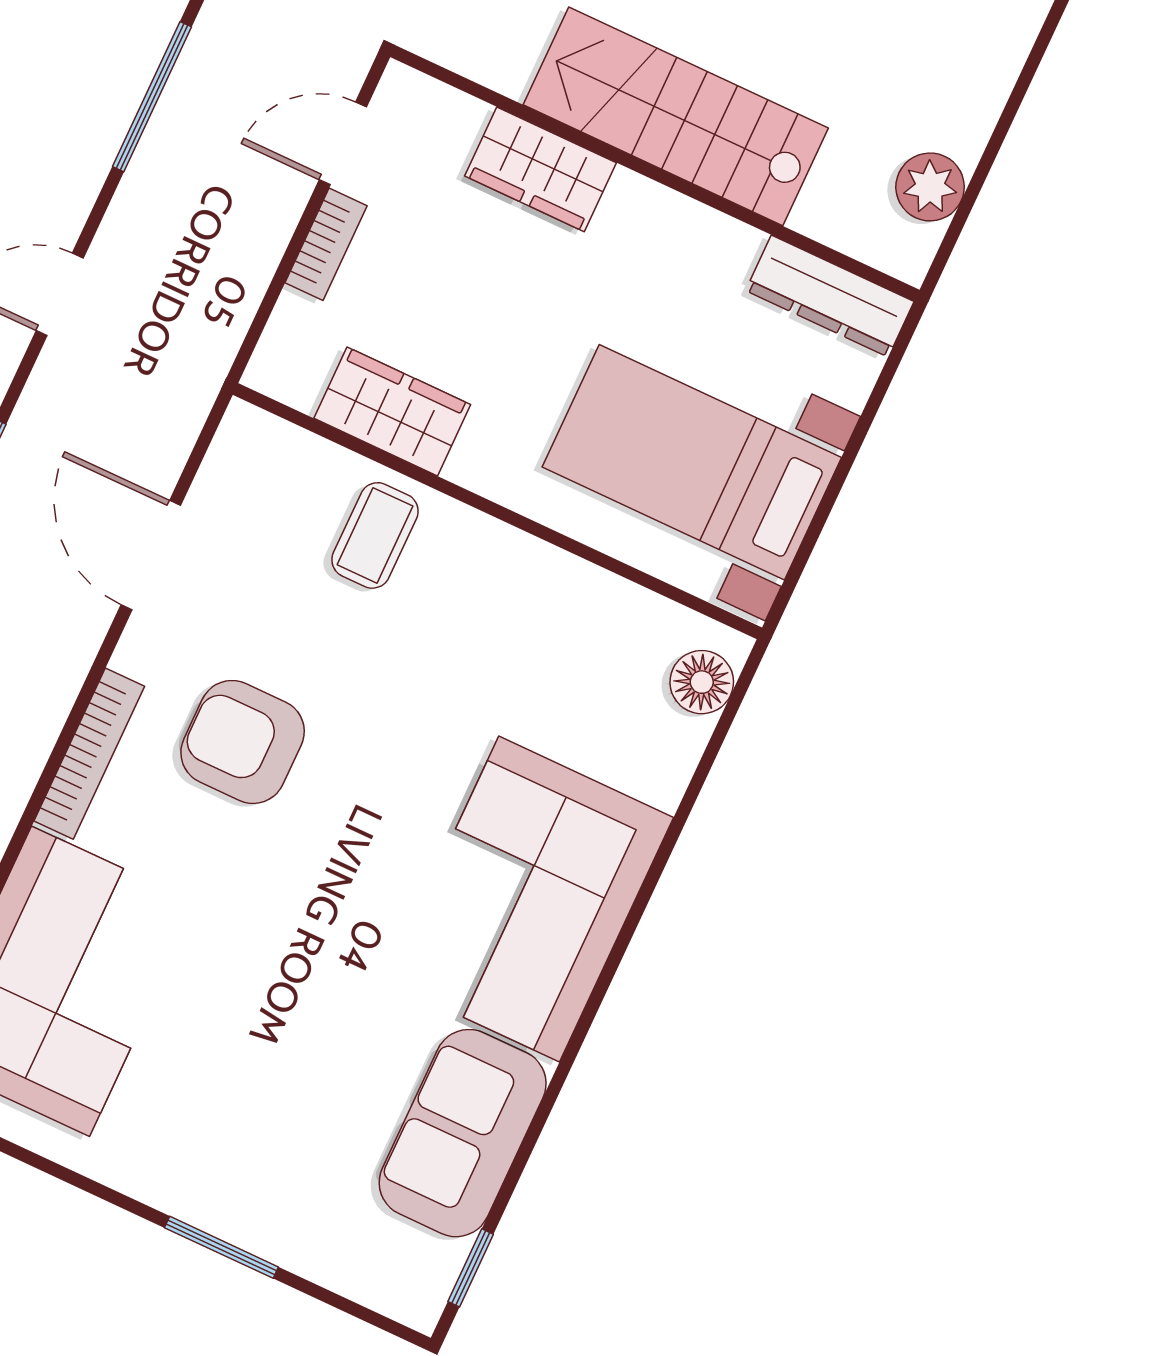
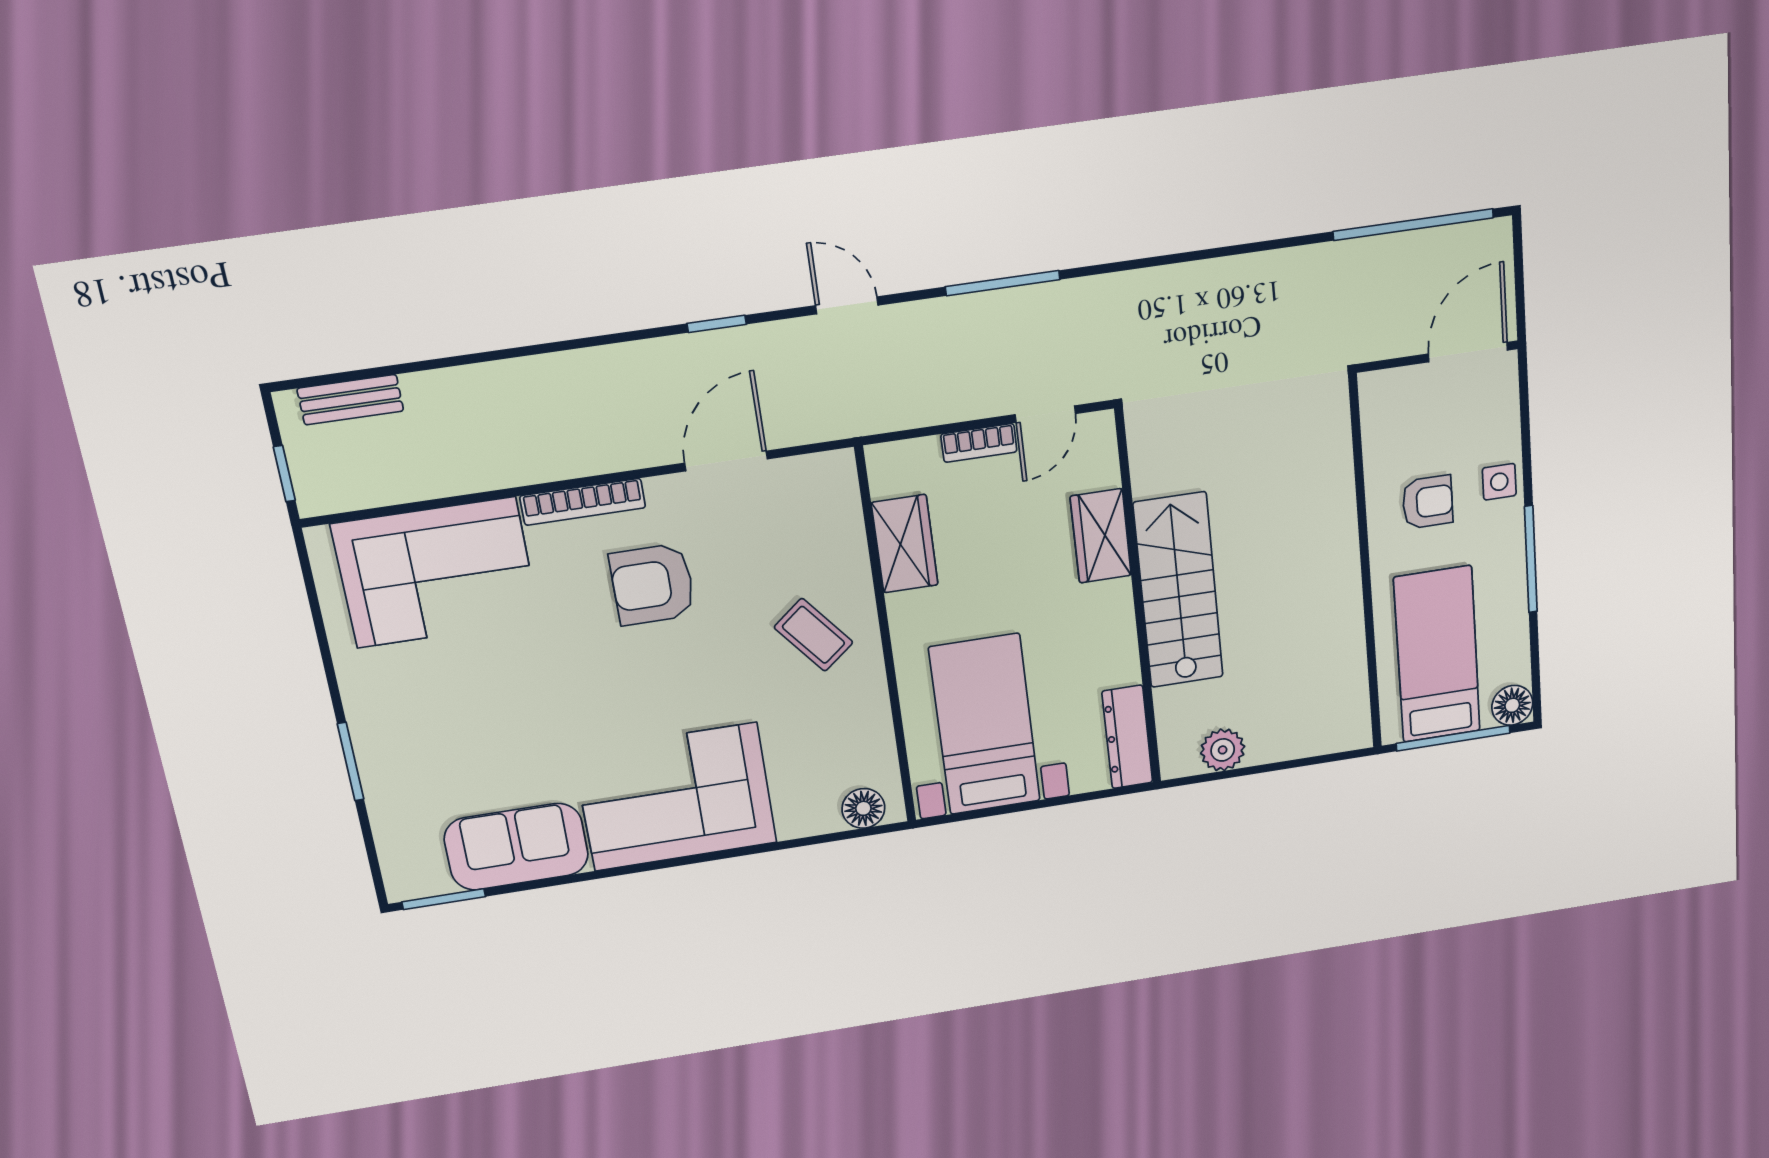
door: (343, 143) -> (1045, 414), swing flipped
coffee table: (375, 535) -> (814, 635), moved, turned 51
armchair: (243, 742) -> (653, 584), turned -90
window: (471, 1268) -> (444, 899), width x1.50

